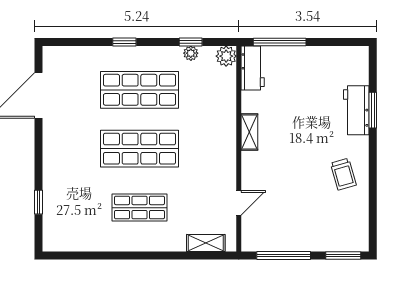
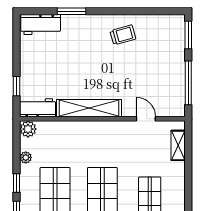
window: (191, 42) -> (17, 183), moved
window: (280, 42) -> (17, 86), width x0.46
workbench: (356, 110) -> (41, 24), moved
shelving: (249, 132) -> (89, 108), width x2.20, depth x1.33

